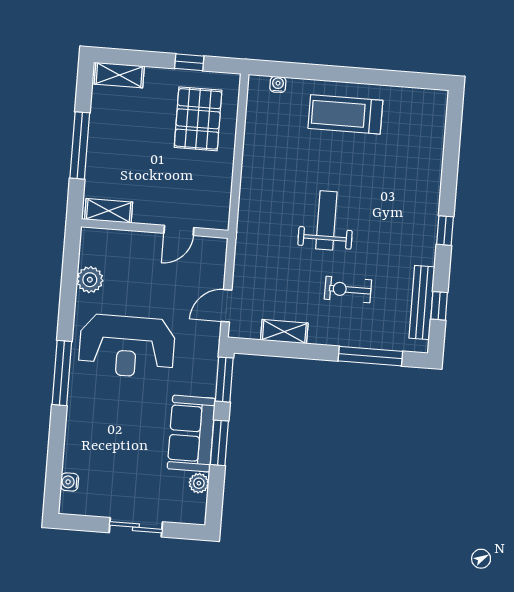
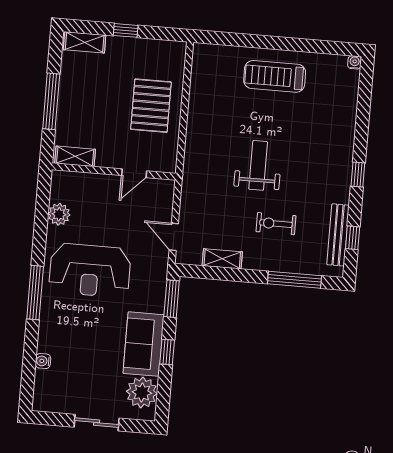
window: (189, 62) -> (126, 30), moved
water cooler: (278, 84) -> (355, 62), moved
pallet: (198, 119) -> (151, 106), moved
door: (226, 306) -> (174, 237), hinge flipped
window: (219, 443) -> (167, 352), width x0.67
water cooler: (69, 482) -> (43, 361), moved
plant: (199, 483) -> (142, 392), width x1.88, depth x1.88

